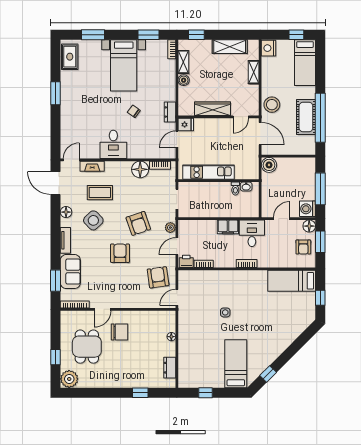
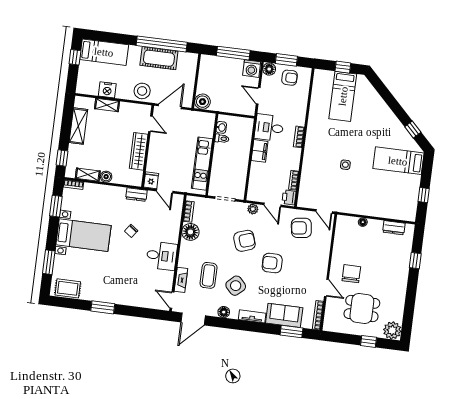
nightstand: (269, 48) -> (107, 90), moved
bed: (292, 281) -> (343, 96), moved

